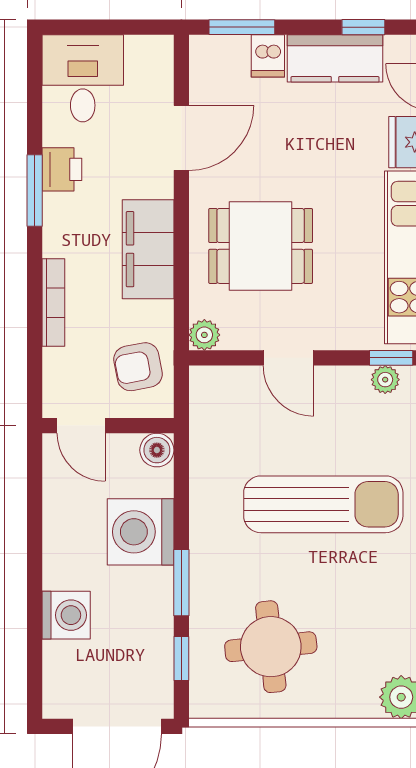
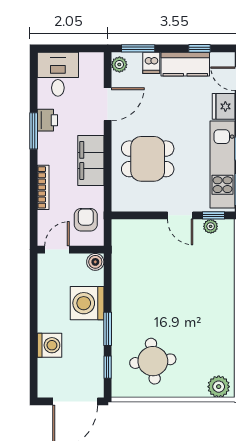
plant: (204, 335) -> (119, 65), moved
door: (288, 358) -> (180, 215), moved
armchair: (138, 367) -> (86, 220), turned 101
door: (81, 426) -> (57, 250), swing flipped
sun lounger: (323, 504) -> (179, 289), removed

